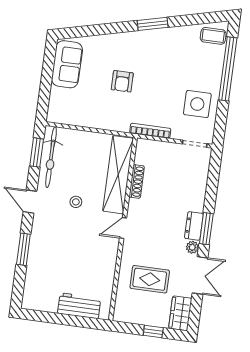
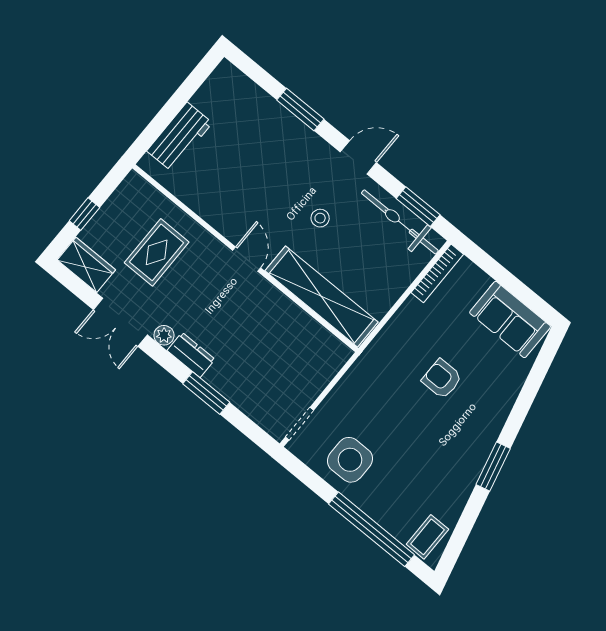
bookcase: (150, 131) -> (437, 273), moved
shoe rack: (137, 181) -> (297, 315), removed
window: (206, 229) -> (206, 393), moved

